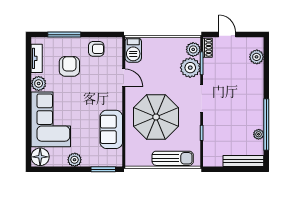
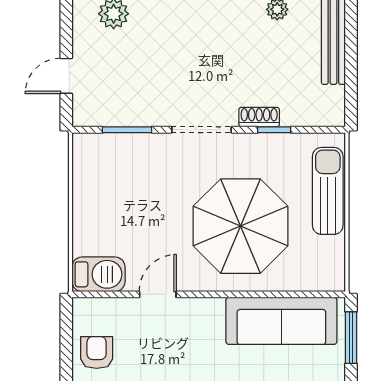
shoe rack: (208, 48) -> (259, 117), moved
plant: (193, 49) -> (98, 147), removed
plant: (190, 68) -> (136, 154), removed
sofa: (111, 129) -> (281, 321), width x1.36

